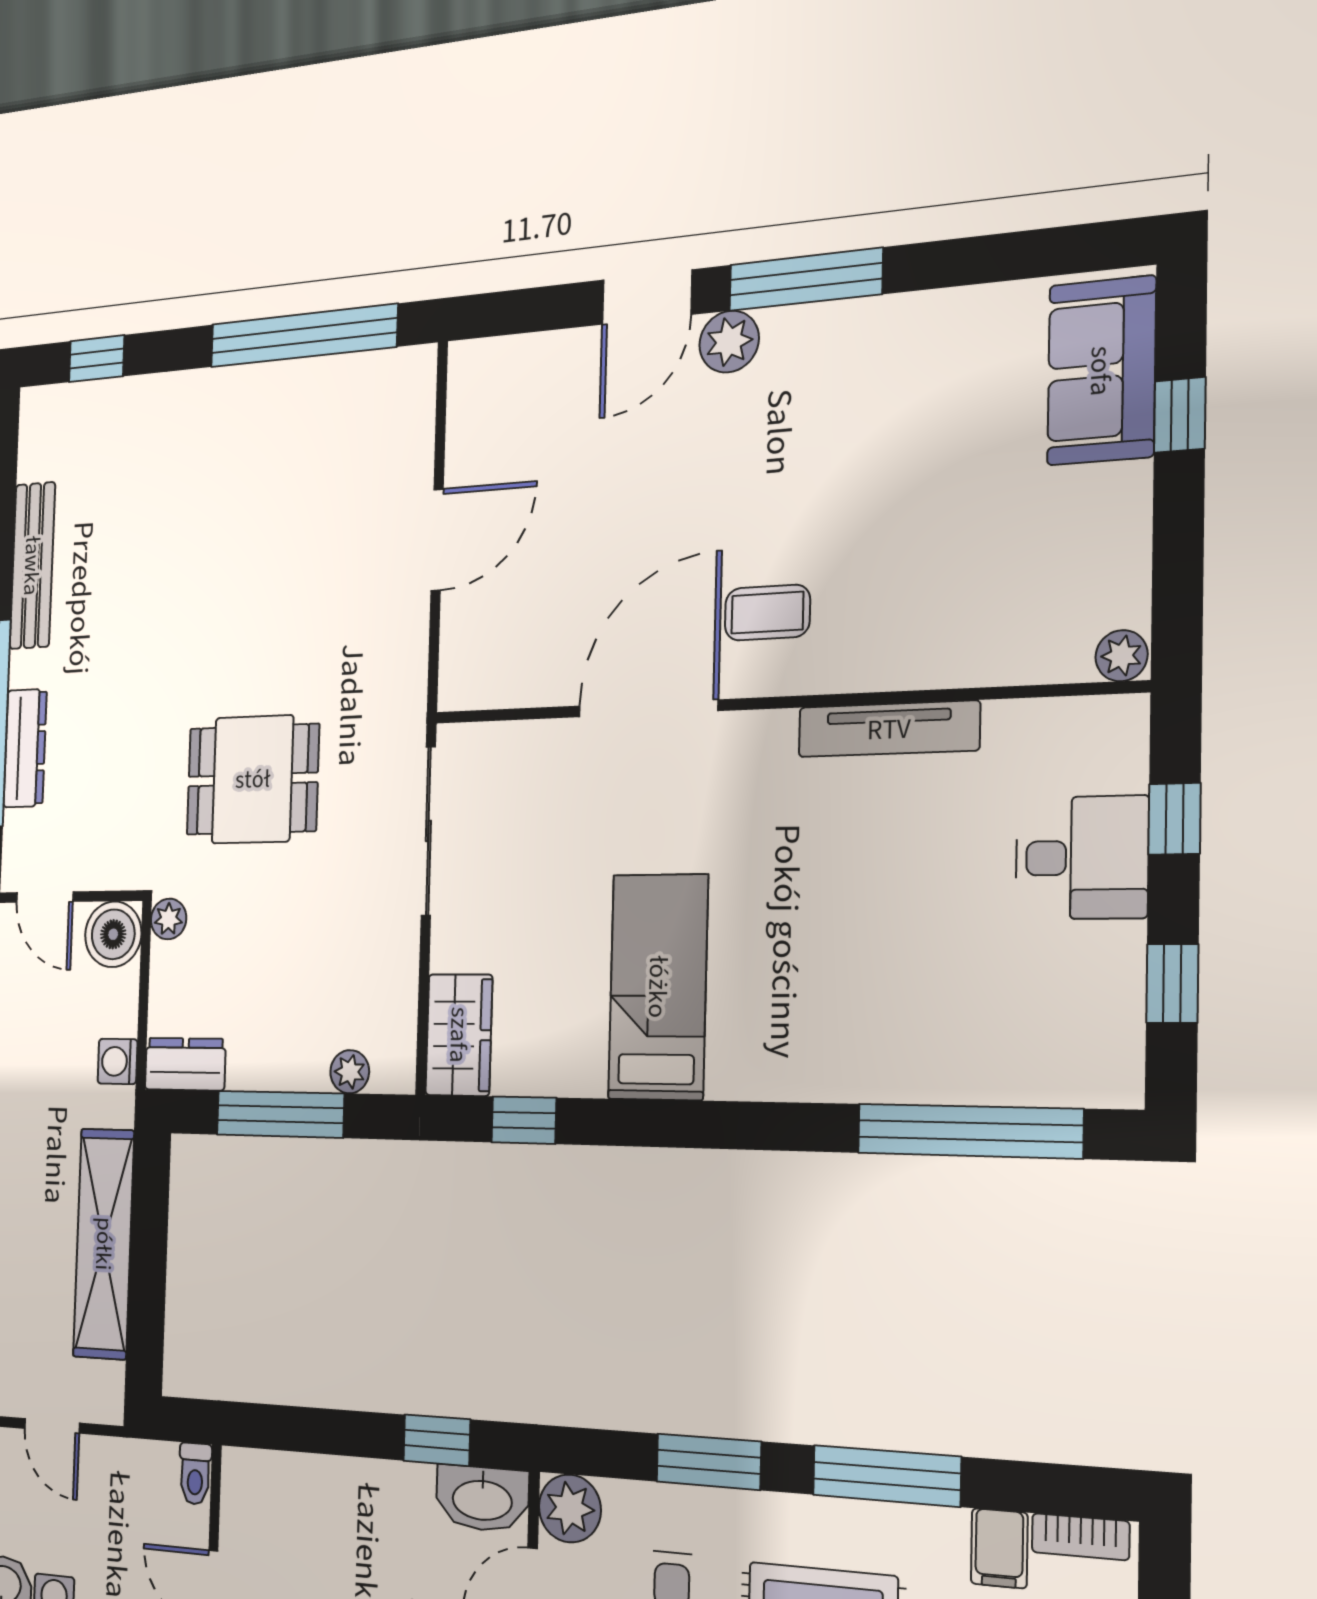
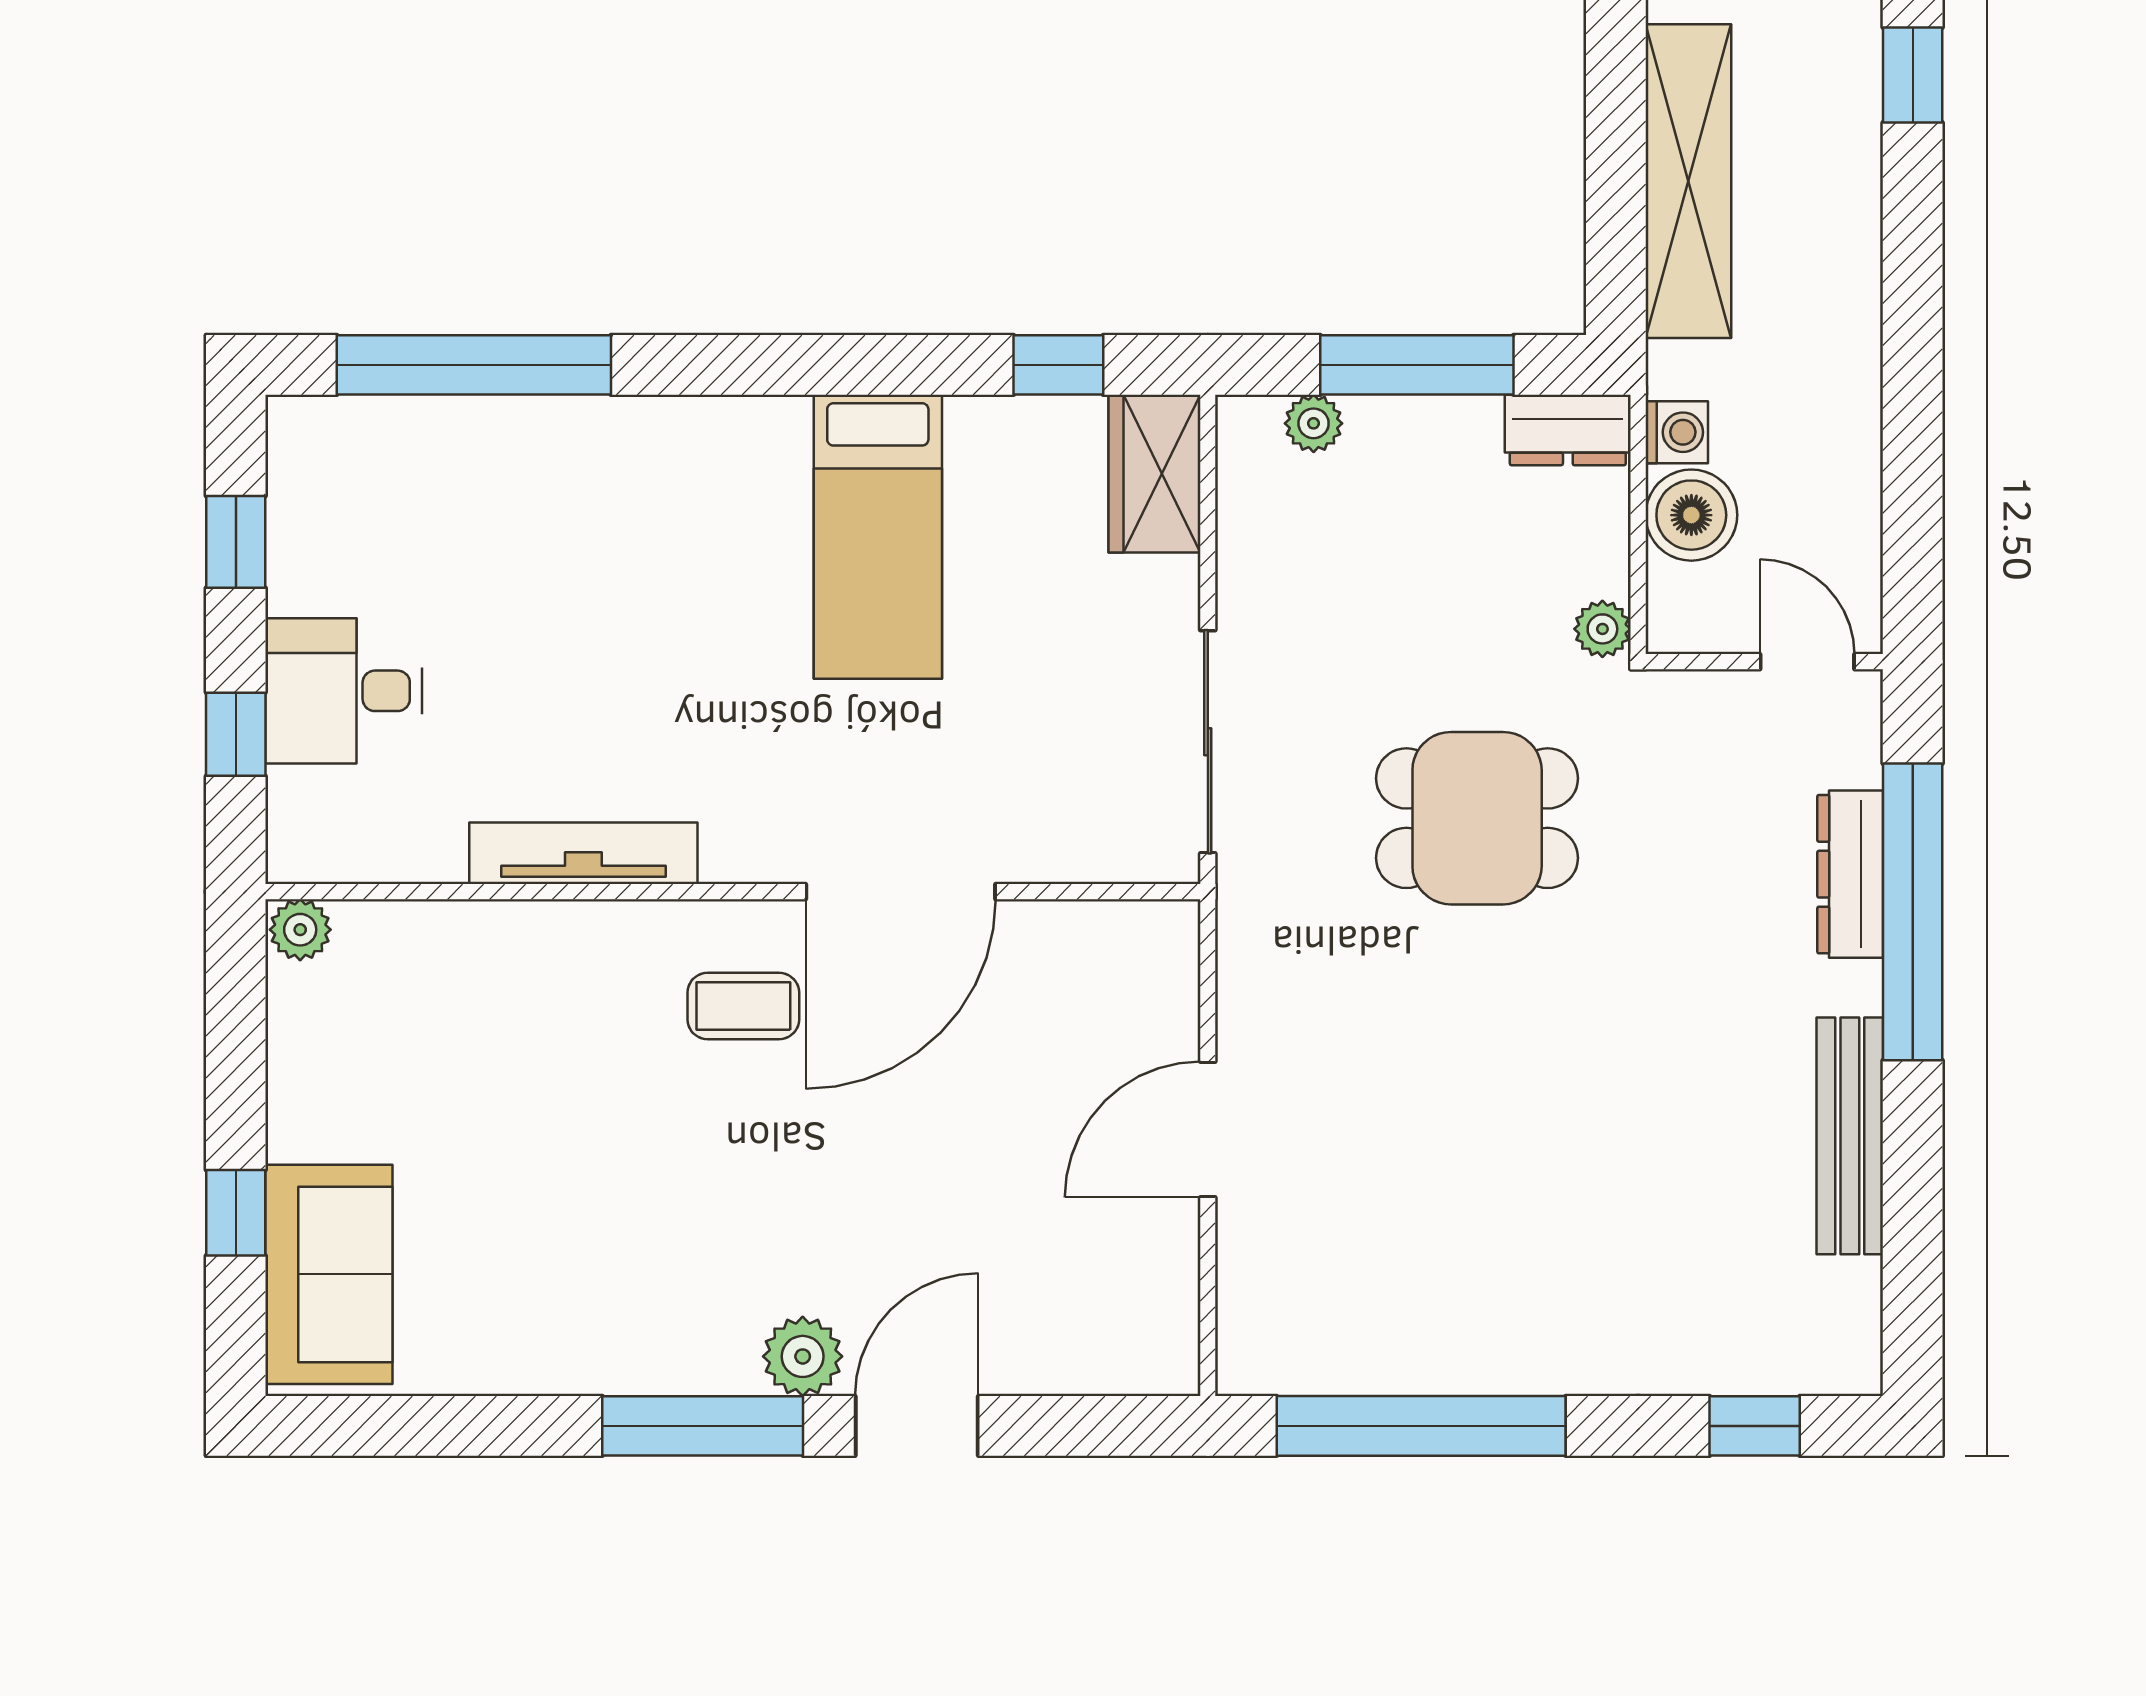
boiler: (113, 934) -> (1691, 515), moved

